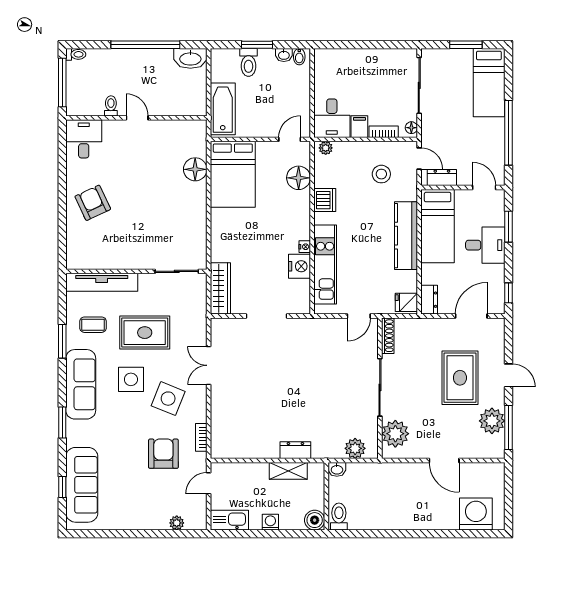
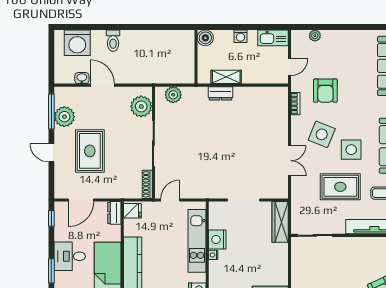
washbasin: (337, 469) -> (82, 78), moved
toilet: (339, 517) -> (113, 41), moved

